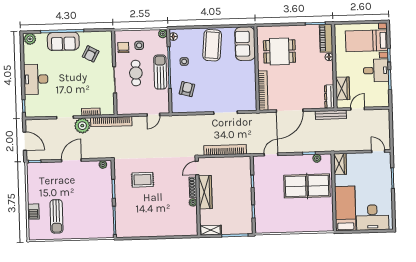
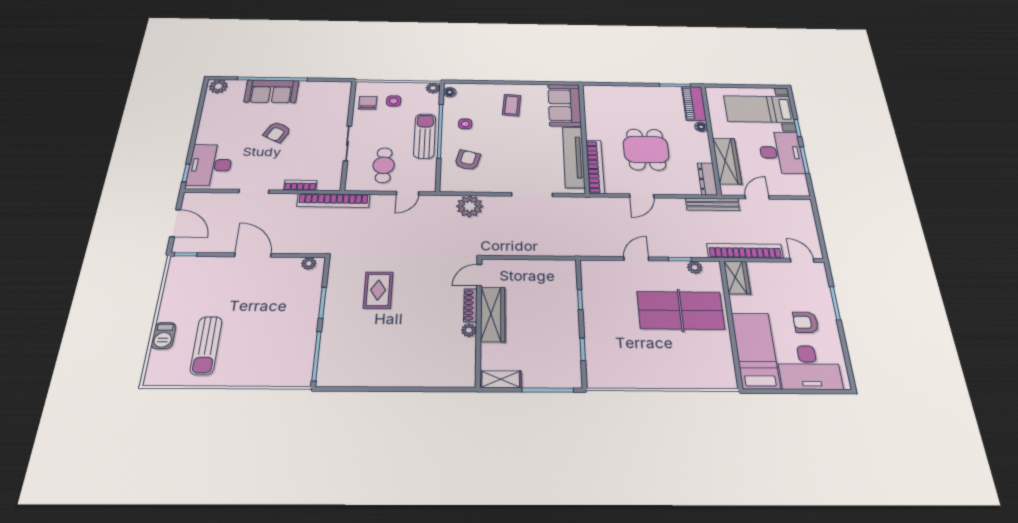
coffee table: (212, 45) -> (512, 105), width x0.54, depth x0.58
dining table: (279, 51) -> (646, 150), moved, turned 90
armchair: (91, 54) -> (277, 132), moved
desk: (376, 70) -> (781, 152), width x1.37
cafe table: (136, 73) -> (384, 165), moved
desk: (36, 79) -> (210, 165), moved
tv unit: (250, 84) -> (574, 157), added
wardrobe: (343, 88) -> (727, 161), width x1.50
door: (290, 111) -> (642, 196), width x0.53
plant: (82, 126) -> (470, 206), moved
bookcase: (225, 150) -> (745, 251), moved
door: (271, 154) -> (636, 259), moved
door: (71, 160) -> (253, 255), hinge flipped
rug: (143, 180) -> (378, 290), turned 90
armchair: (375, 191) -> (806, 322), added

